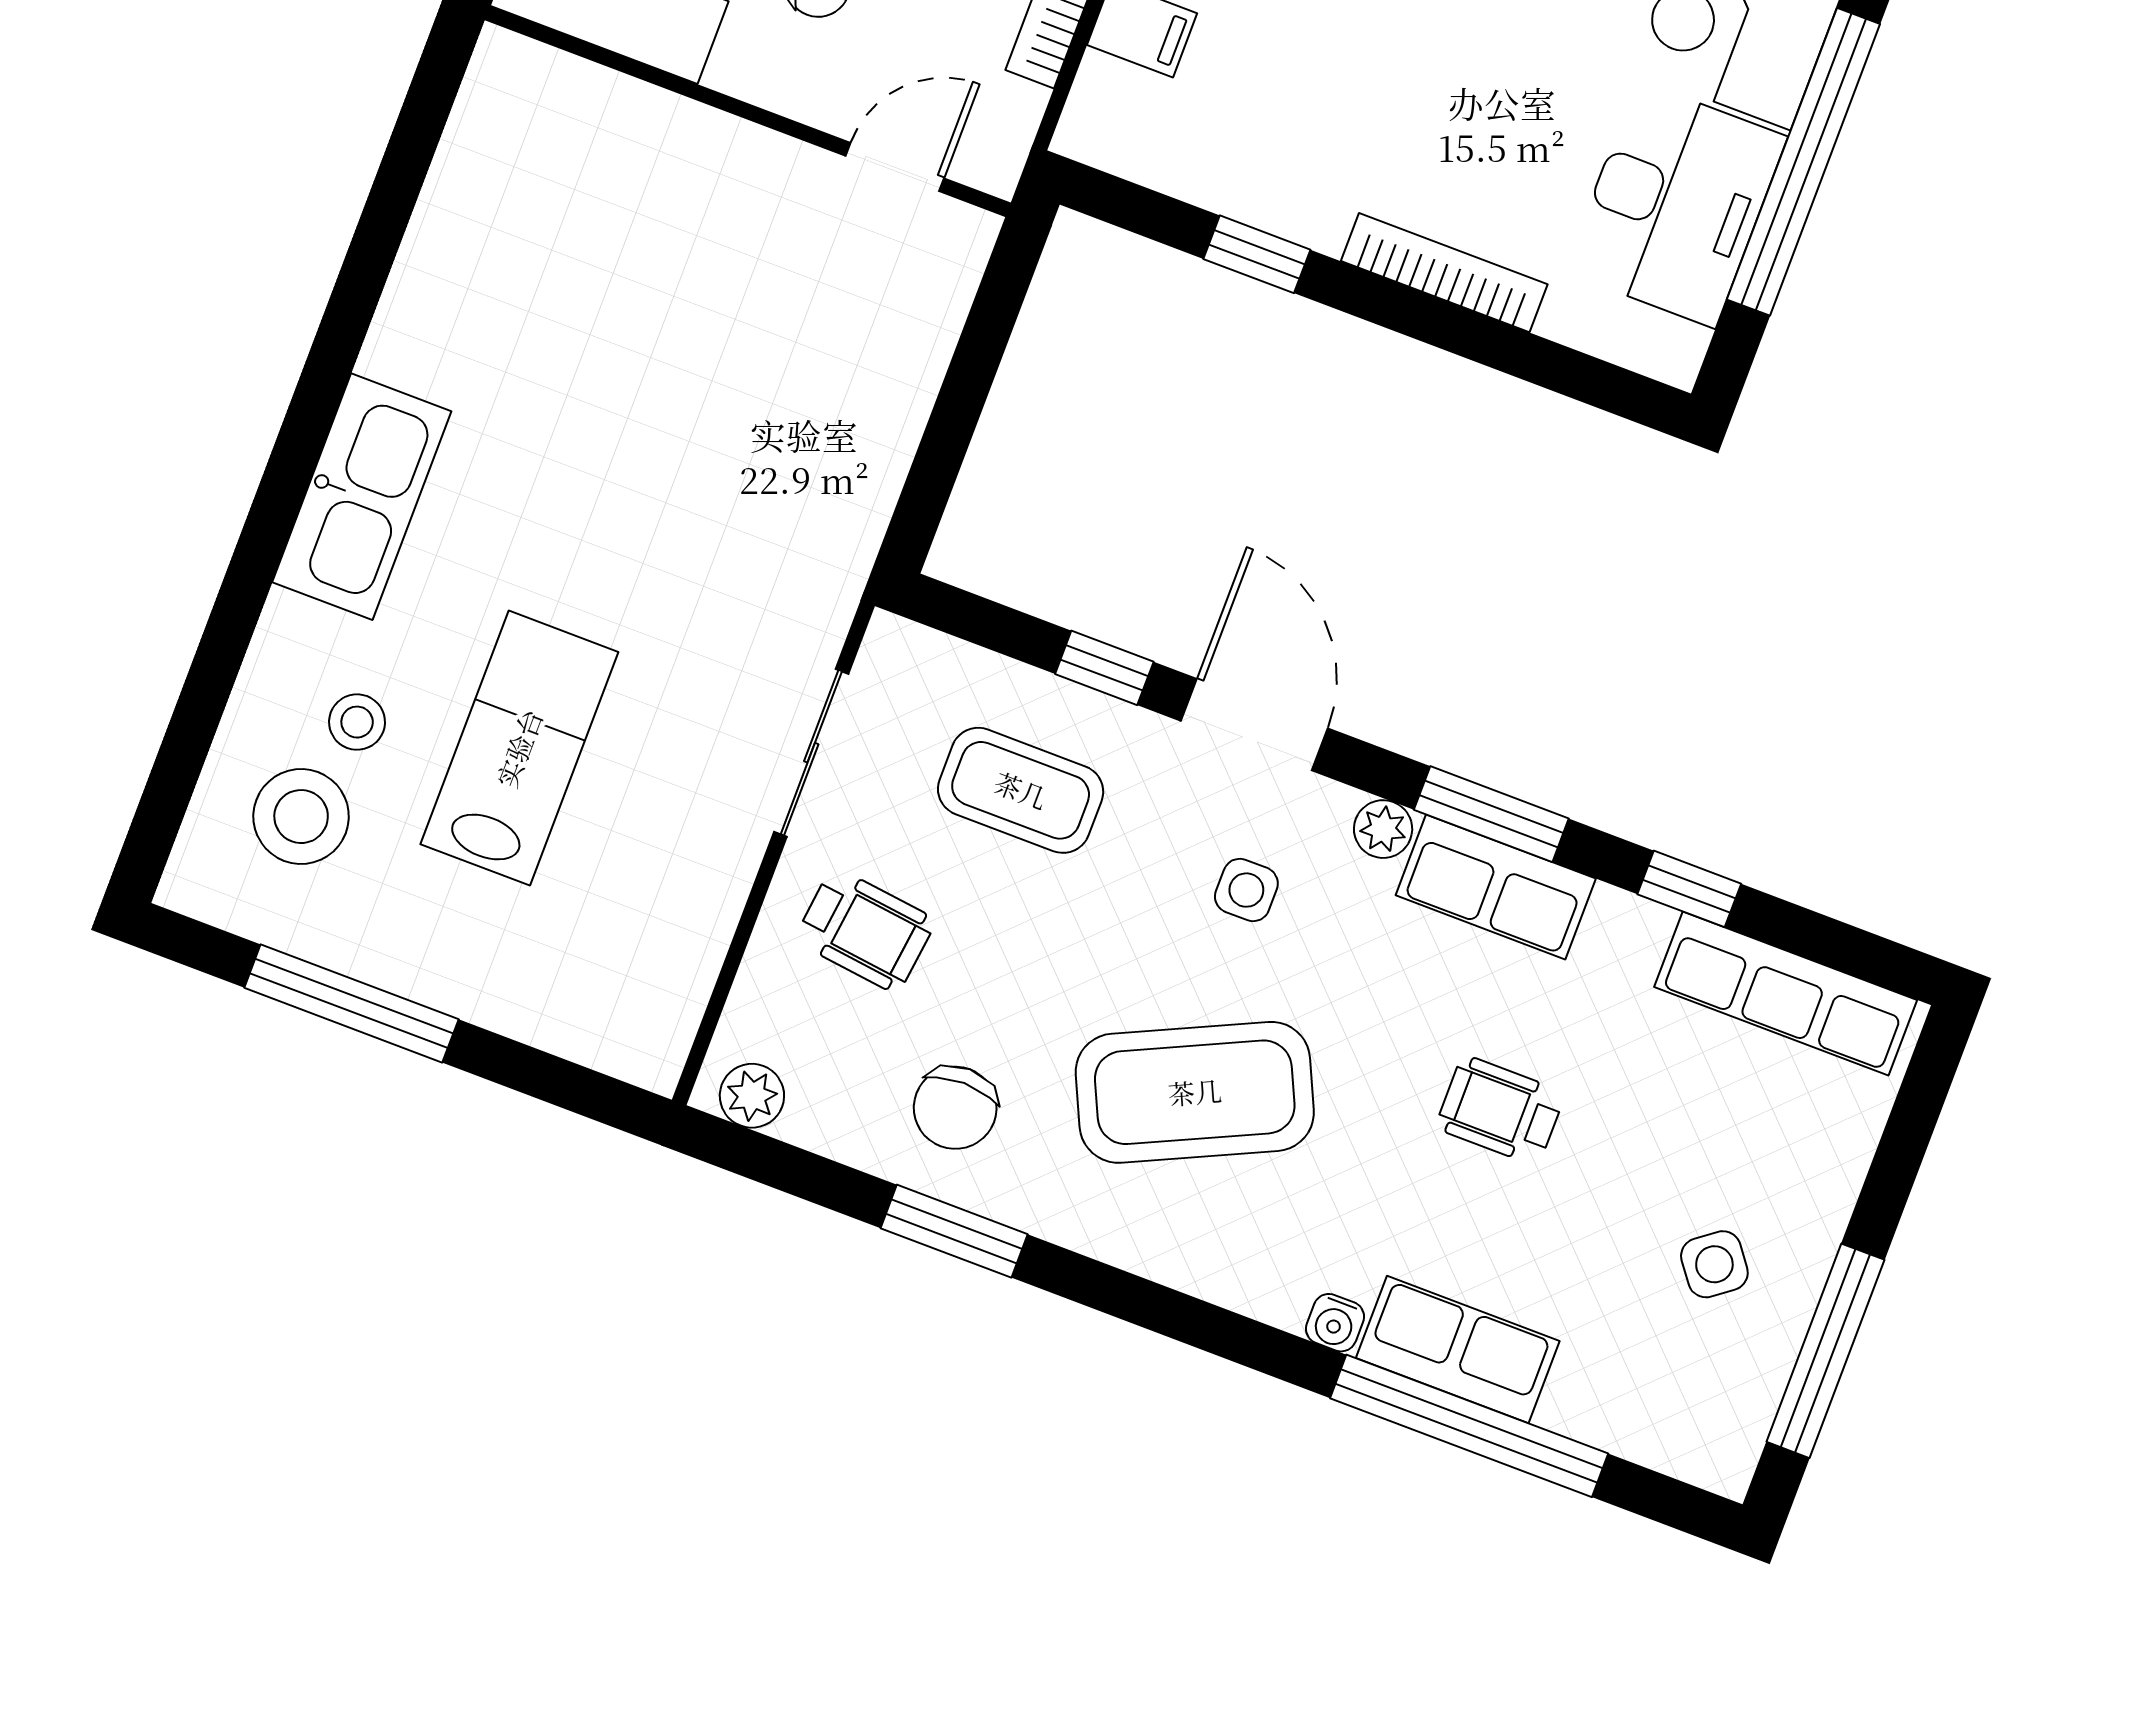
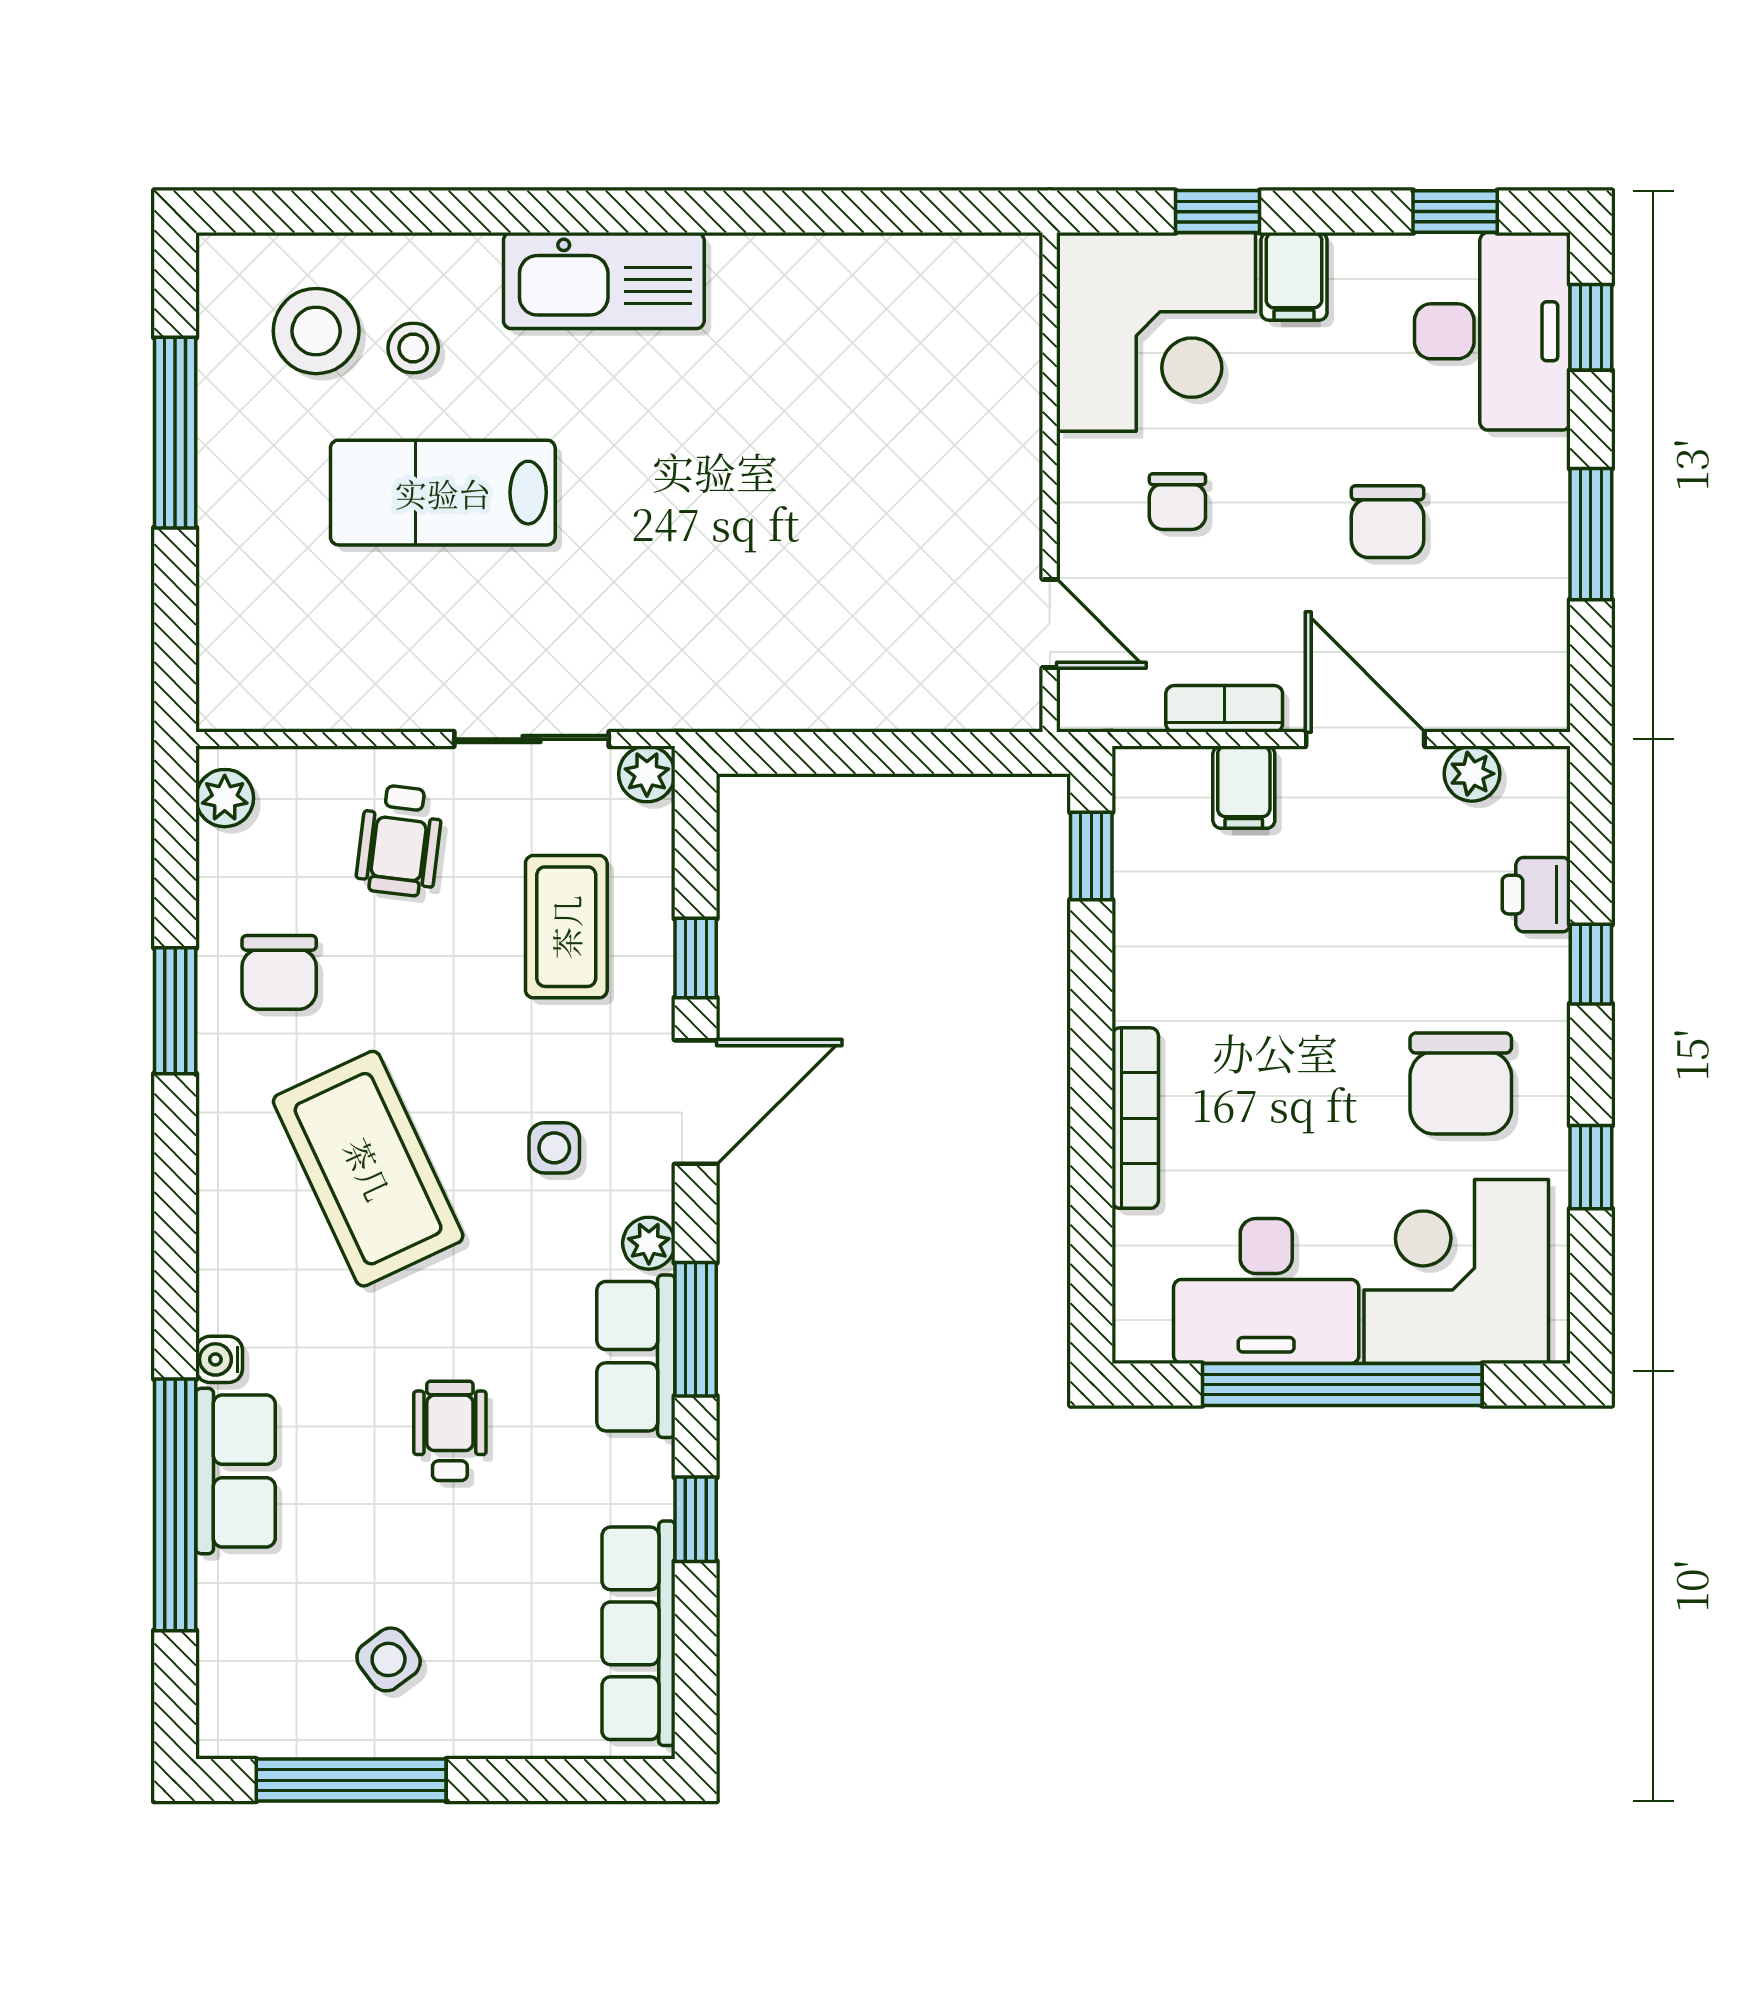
window: (1257, 254) -> (1091, 856), moved
plant: (893, 646) -> (647, 774), added
lab bench: (519, 748) -> (443, 493), turned 180
chair: (955, 1108) -> (279, 972), turned -90

